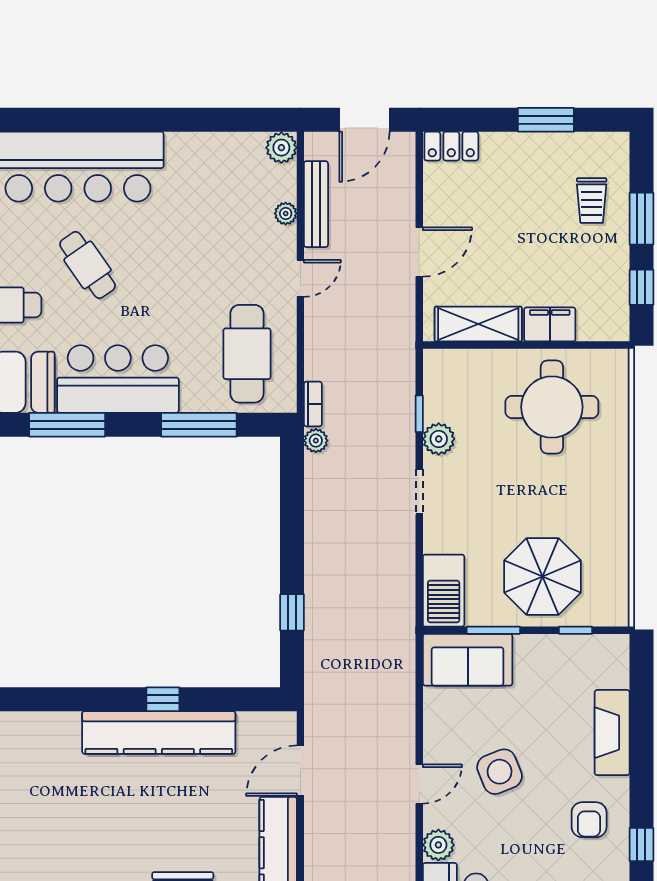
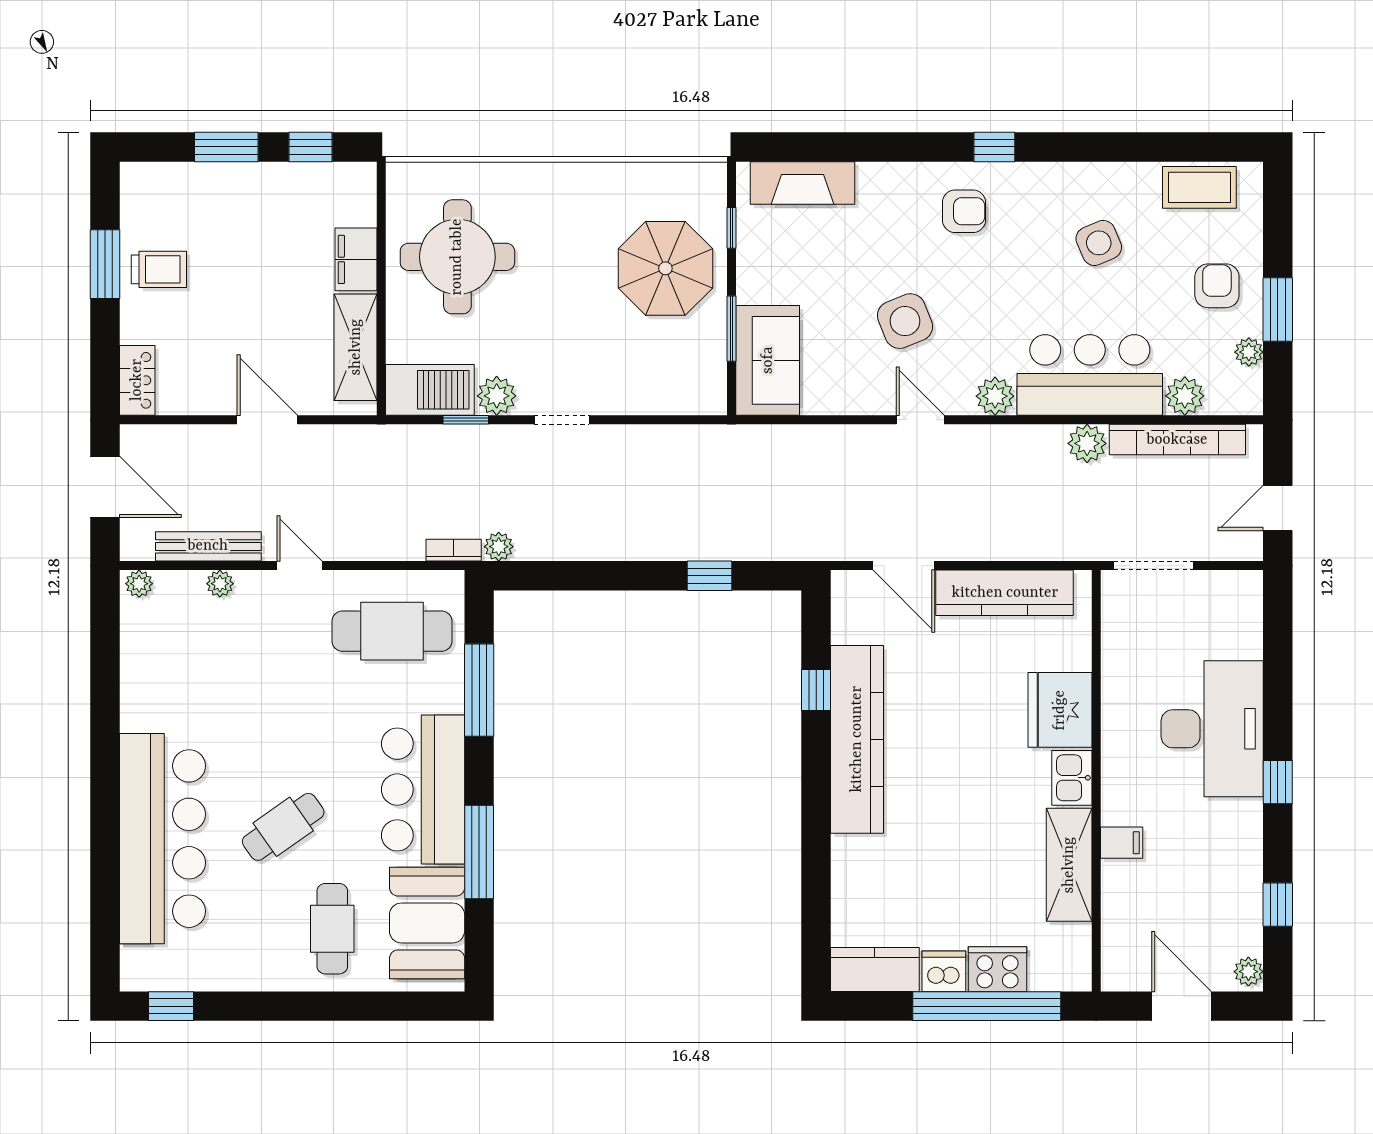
plant: (281, 148) -> (139, 584), width x0.73, depth x0.73
trolley: (592, 200) -> (159, 269), moved
barbecue: (444, 591) -> (430, 390), moved
window: (163, 699) -> (816, 690), moved
fireplace: (612, 733) -> (803, 183), moved

